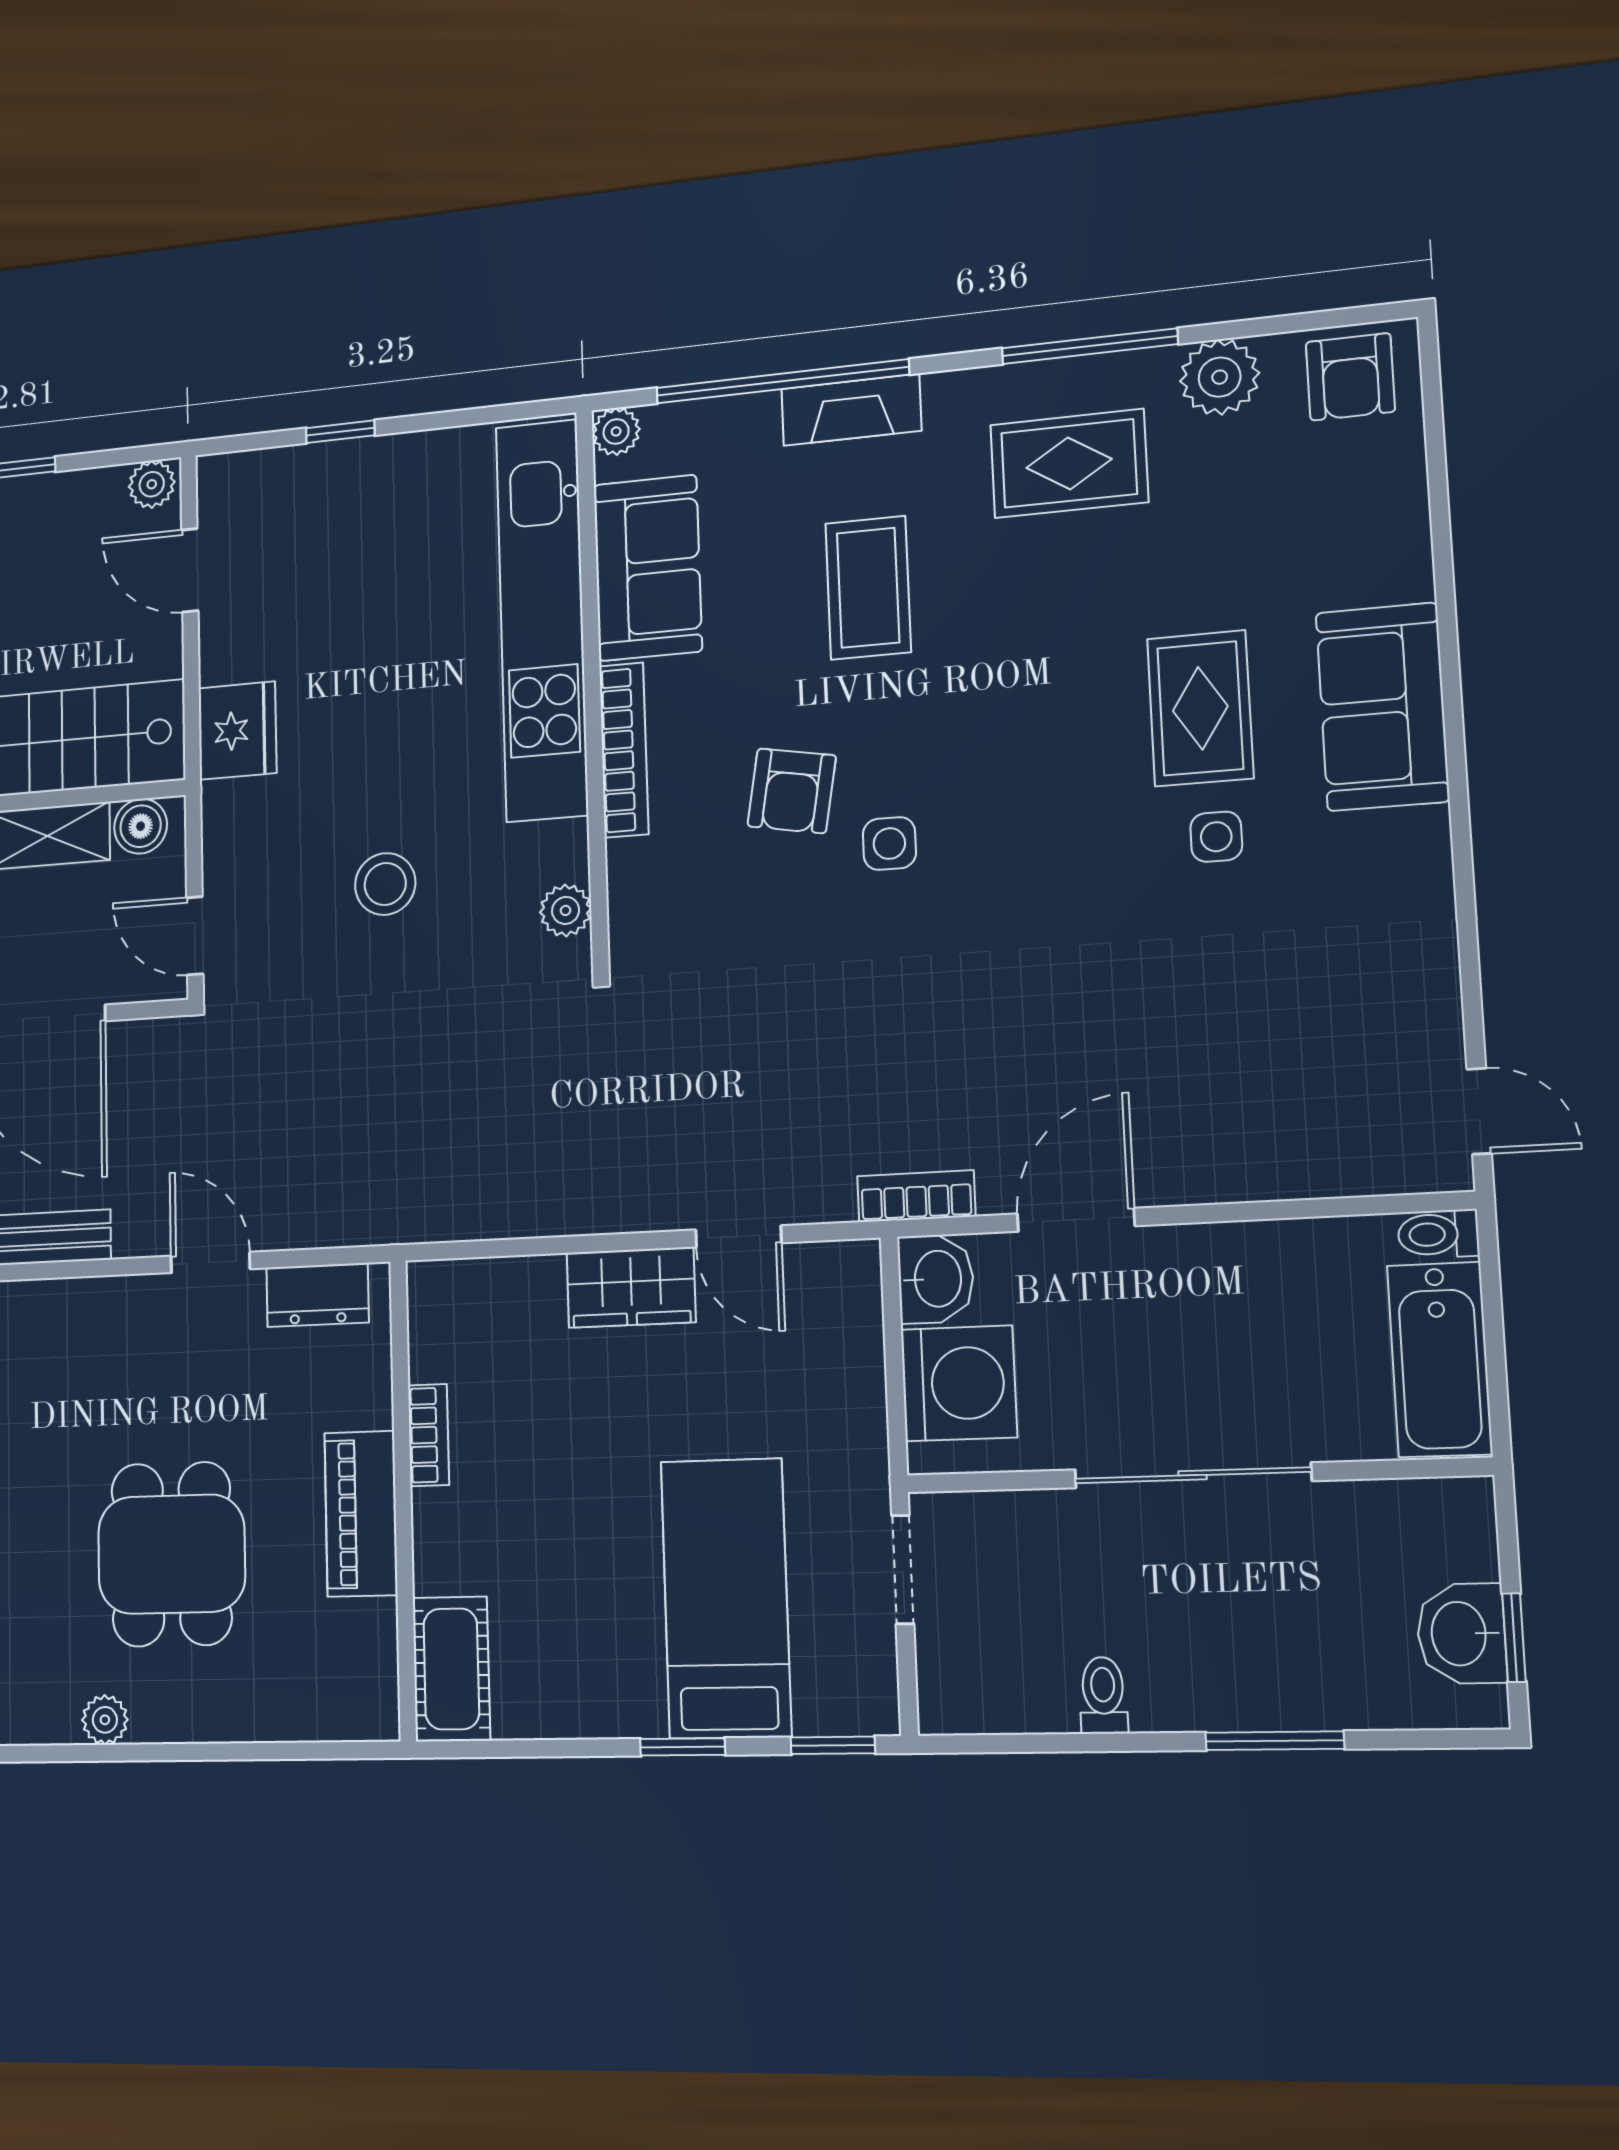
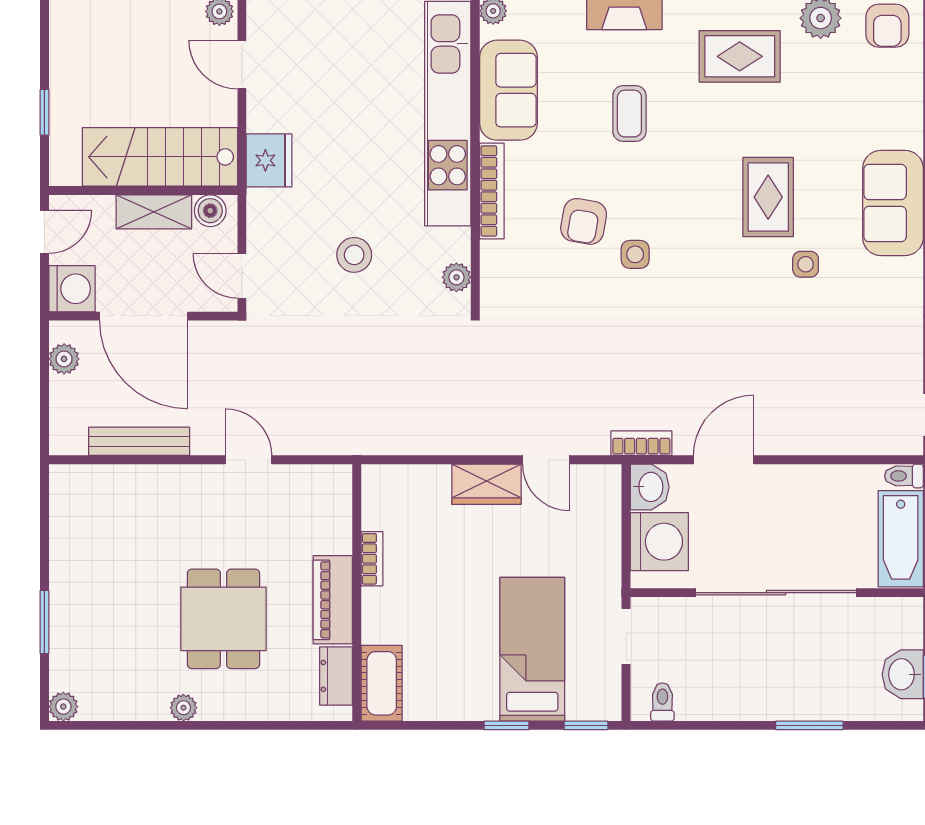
coffee table: (868, 588) -> (629, 114), width x0.73, depth x0.77
rug: (1200, 708) -> (768, 197), moved
dresser: (318, 1295) -> (336, 676), moved, turned 90
sliding door: (1192, 1475) -> (776, 593), width x1.36
toilet: (1103, 1695) -> (662, 702), moved

